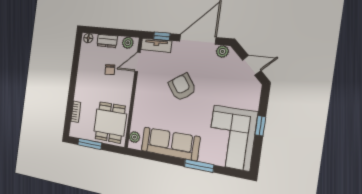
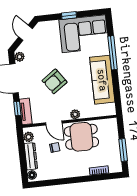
dresser: (107, 41) -> (31, 156), width x1.44
door: (138, 62) -> (54, 123), moved
dining table: (110, 123) -> (81, 137), moved
plant: (134, 137) -> (75, 114), moved
window: (199, 166) -> (113, 53), width x1.44

